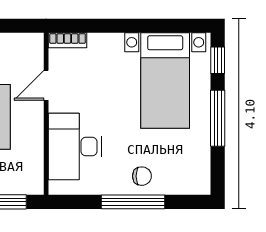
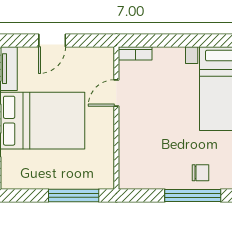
desk: (75, 147) -> (142, 147), removed

